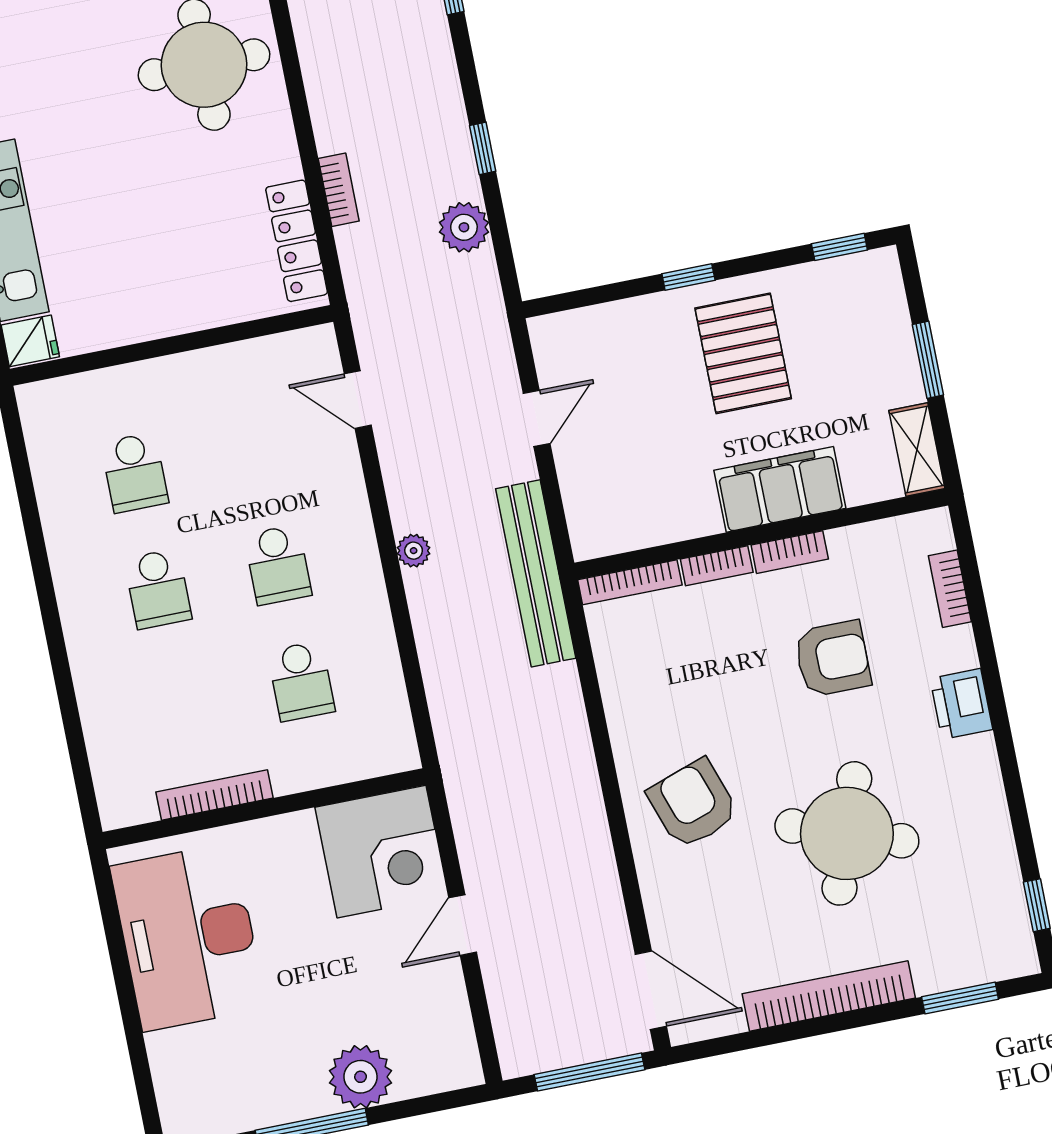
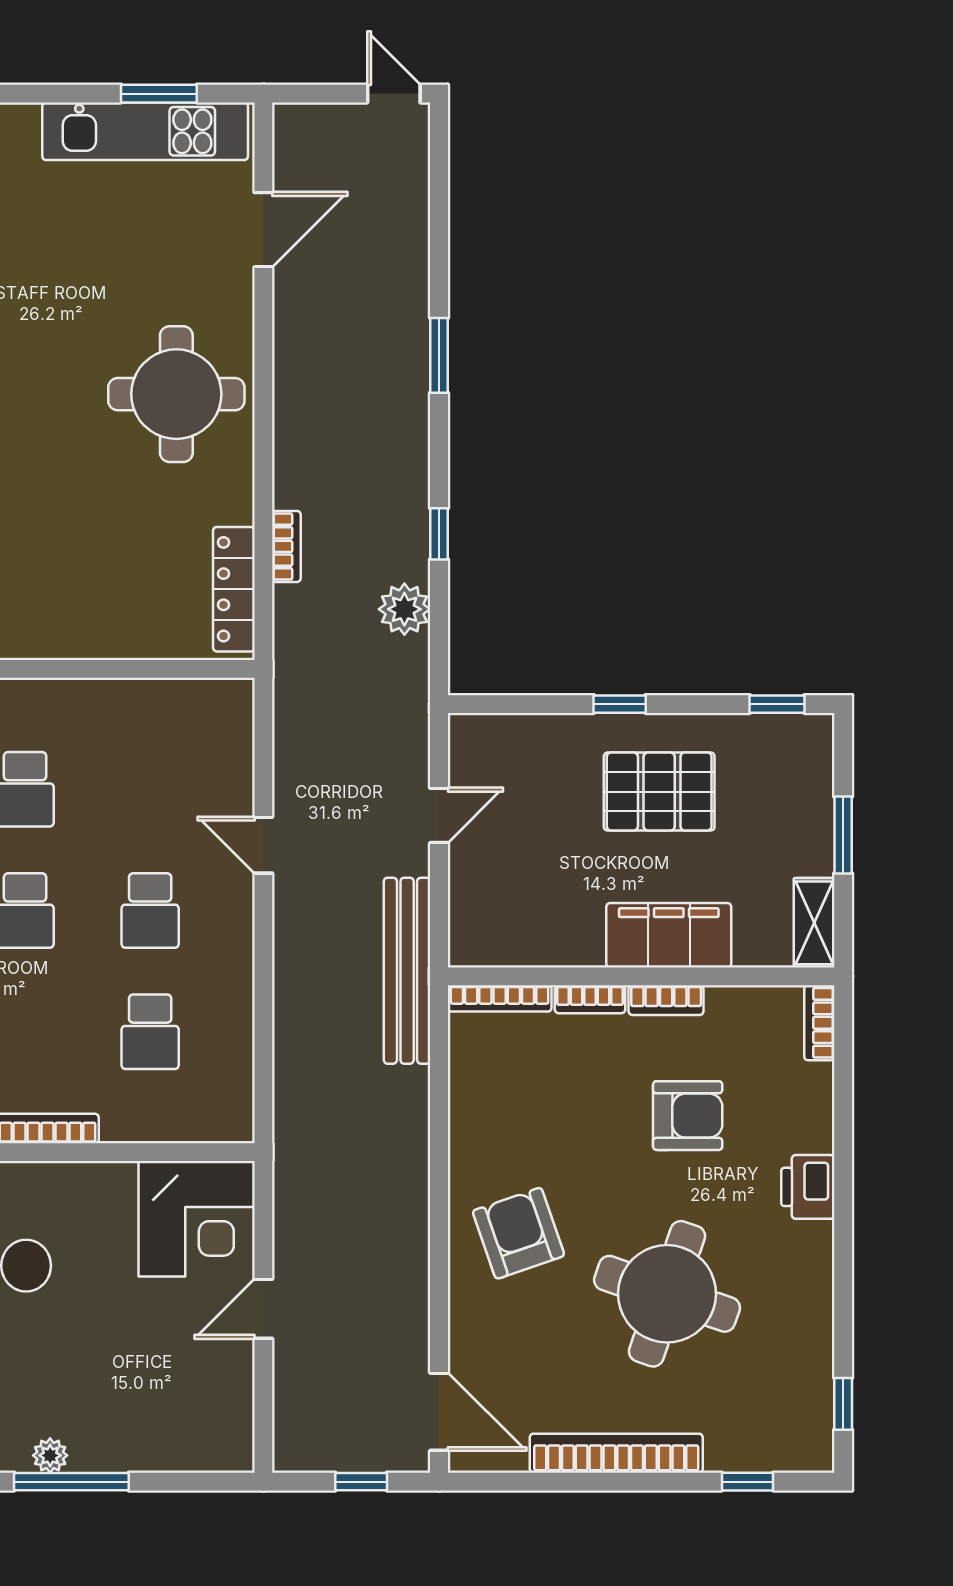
pallet: (743, 353) -> (659, 792), turned 90
door: (358, 400) -> (263, 845), moved
plant: (414, 551) -> (289, 923), removed
bookcase: (950, 589) -> (819, 1023), moved
window: (960, 998) -> (748, 1482), width x0.67
window: (590, 1072) -> (361, 1482), width x0.46
plant: (361, 1077) -> (50, 1455), moved, width x0.53, depth x0.53

